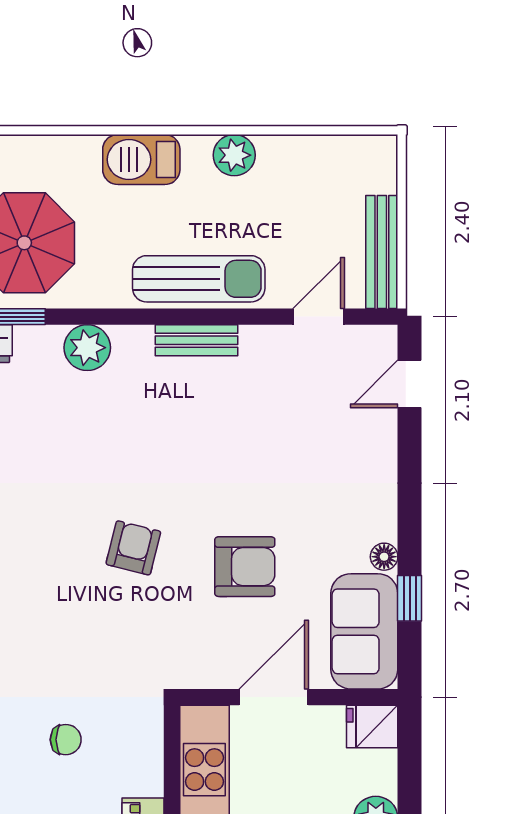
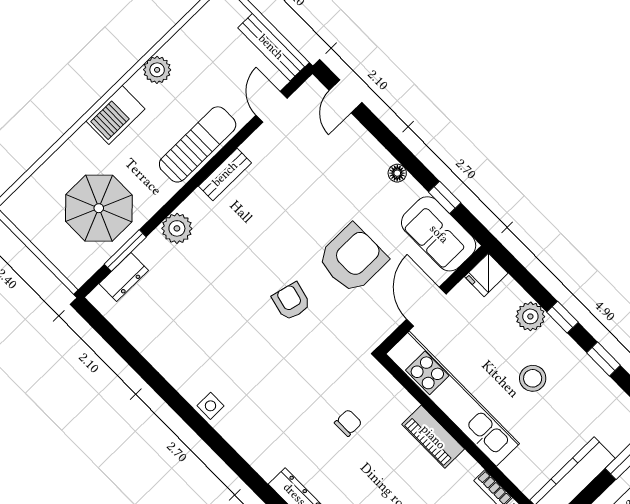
floor lamp: (384, 557) -> (397, 173), moved
armchair: (245, 567) -> (352, 259), width x1.36, depth x1.36

